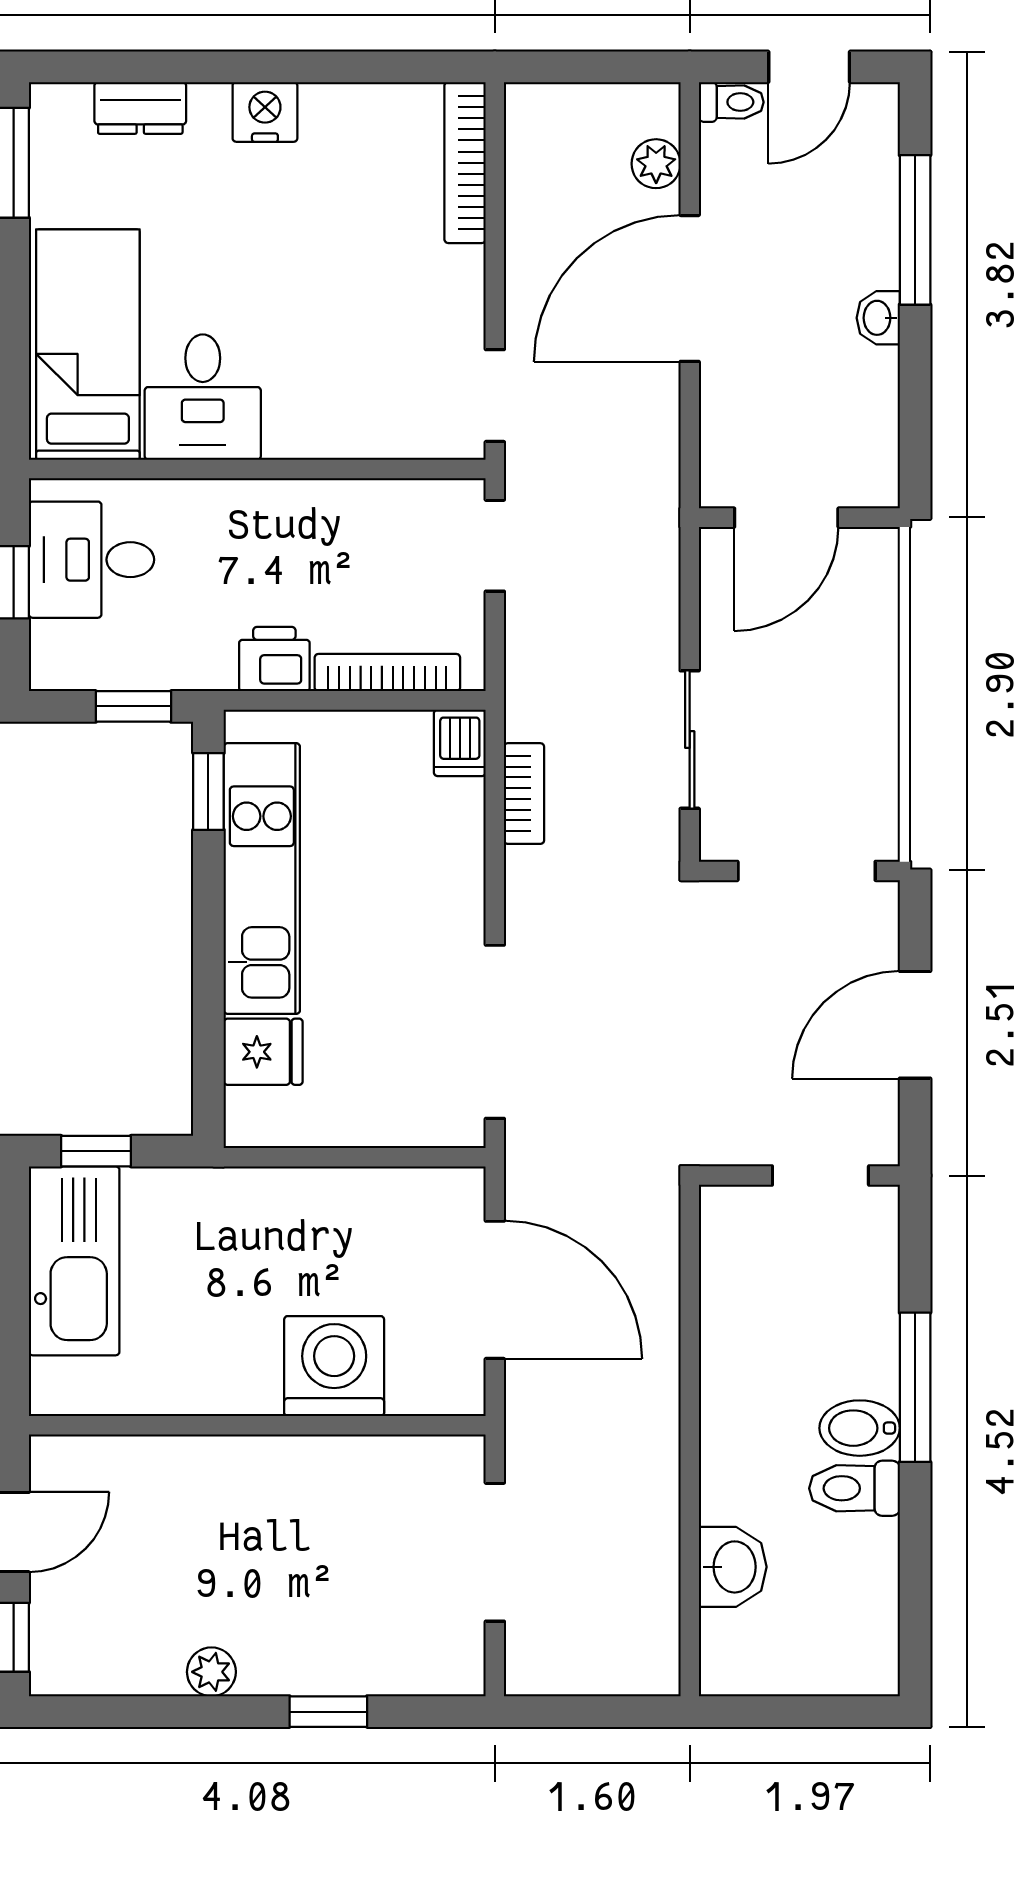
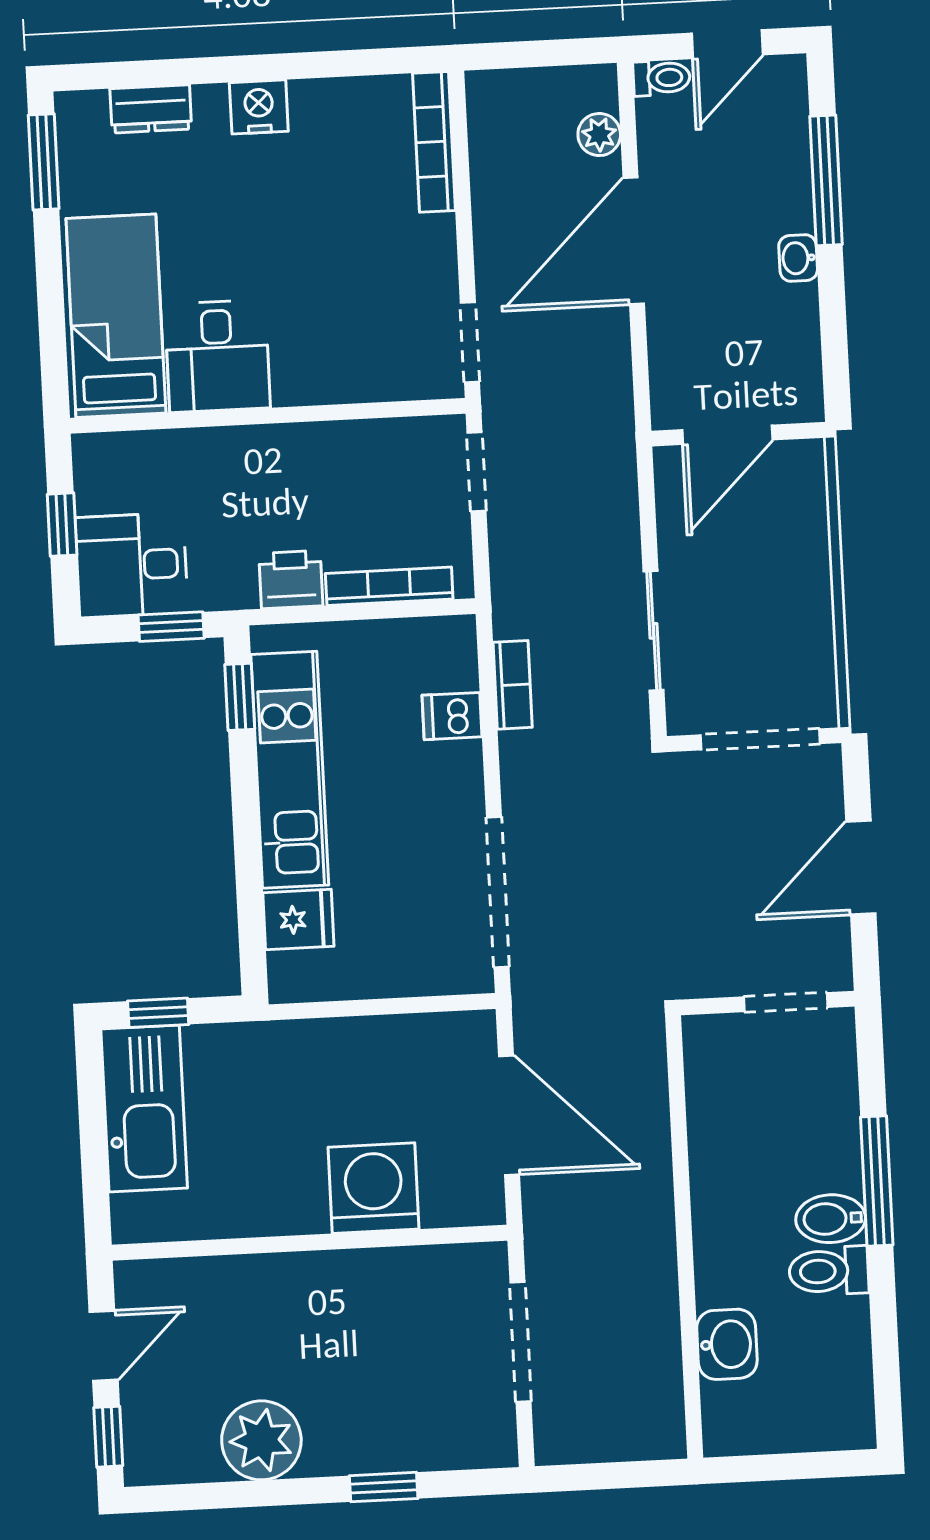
desk: (91, 560) -> (132, 565), moved
dishwasher: (460, 743) -> (452, 716), moved, turned 90
plant: (211, 1672) -> (261, 1440), width x1.87, depth x1.87

